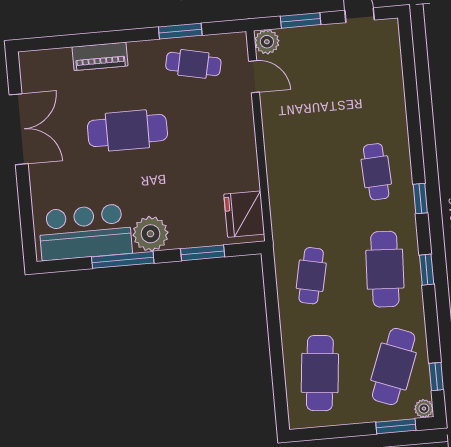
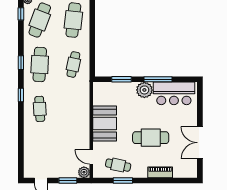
booth: (231, 153) -> (105, 123), added
fridge: (244, 214) -> (101, 95), removed

